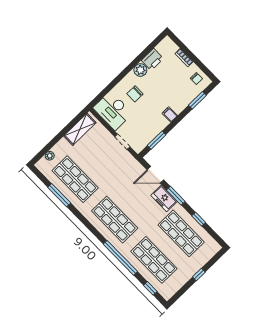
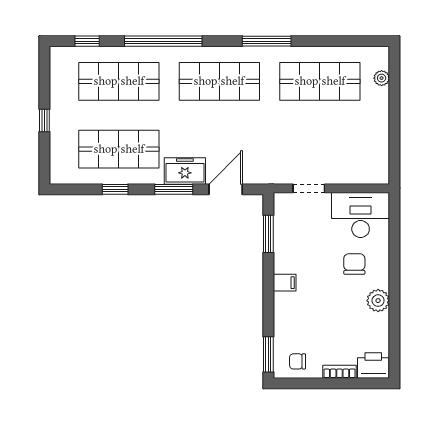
printer: (152, 59) -> (373, 365), moved, turned 90
window: (197, 100) -> (268, 354), moved
shelving: (80, 129) -> (378, 150), removed
window: (59, 195) -> (267, 41), moved

